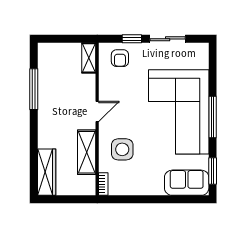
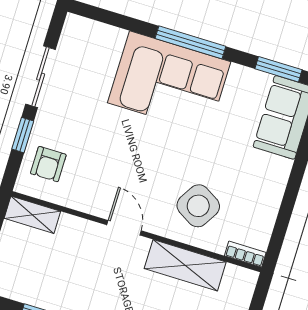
armchair: (120, 58) -> (48, 164), turned 90
corner sofa: (179, 112) -> (169, 82), width x0.73, depth x0.74
side table: (122, 149) -> (198, 206), turned 31

